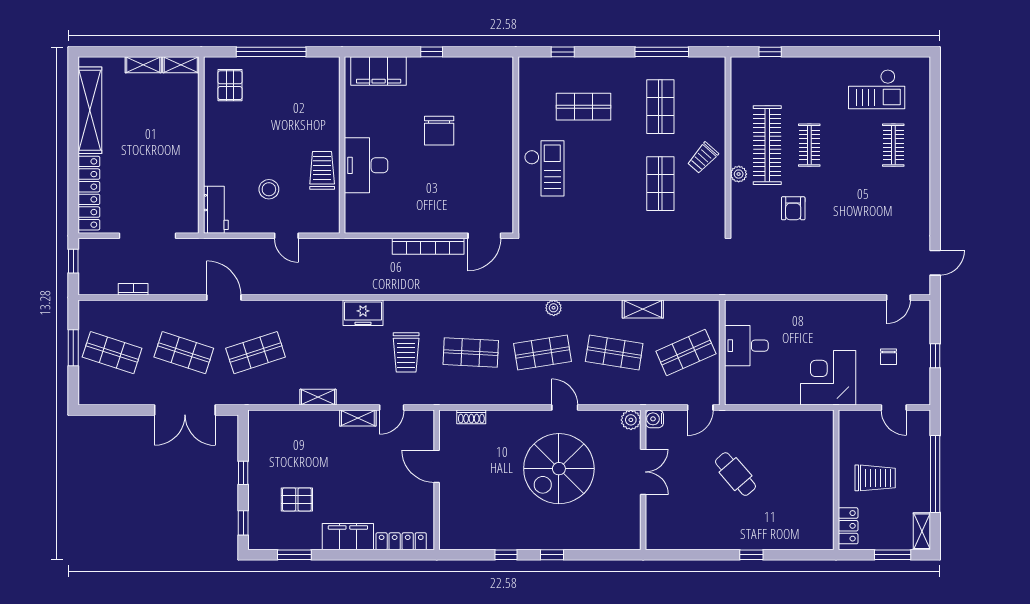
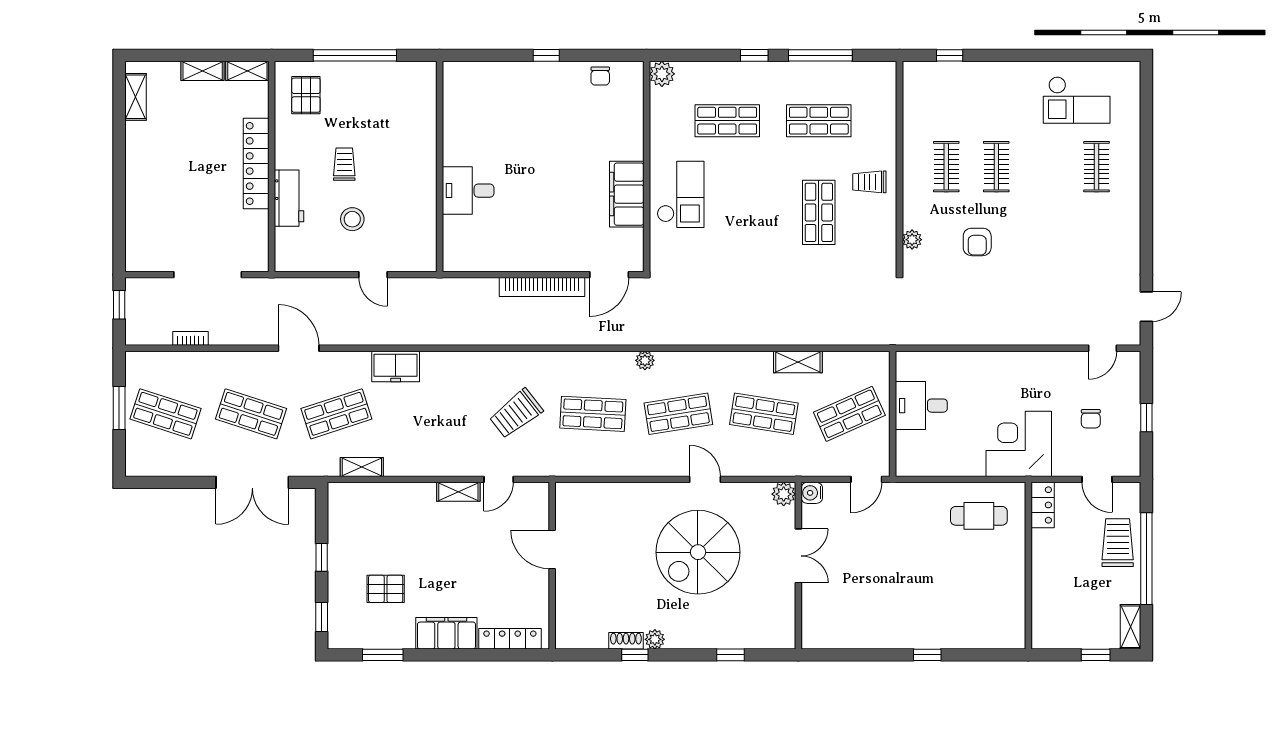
window: (563, 52) -> (754, 55), moved
plant: (529, 67) -> (662, 74), added
filing cabinet: (379, 71) -> (627, 194), moved, turned 90
shop shelf: (660, 107) -> (819, 121), turned 90
shelving: (90, 110) -> (135, 97), width x0.45, depth x0.75
chair: (439, 131) -> (600, 76), moved, width x0.54, depth x0.54
clothes rail: (767, 145) -> (946, 167), width x0.54, depth x0.76
trolley: (703, 158) -> (869, 182), turned 48
desk: (366, 165) -> (468, 191), width x0.73
trolley: (322, 170) -> (344, 164), moved, width x0.73, depth x0.72
plant: (739, 174) -> (912, 240), moved
locker: (89, 193) -> (256, 163), moved, turned 180
workbench: (216, 210) -> (289, 198), moved
plant: (554, 308) -> (645, 360), moved
freezer: (363, 313) -> (396, 366), moved
trolley: (406, 352) -> (516, 414), turned 52
shelving: (318, 397) -> (362, 467), moved
shoe rack: (471, 417) -> (626, 641), moved, turned 180
cafe table: (735, 474) -> (979, 516), moved, turned -49
trolley: (875, 478) -> (1118, 543), moved, turned -90
locker: (848, 526) -> (1043, 505), moved
plant: (523, 542) -> (655, 639), added
window: (552, 555) -> (731, 655), moved
window: (893, 555) -> (1096, 655), width x0.67

